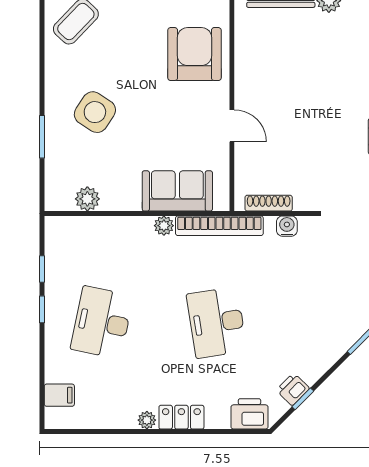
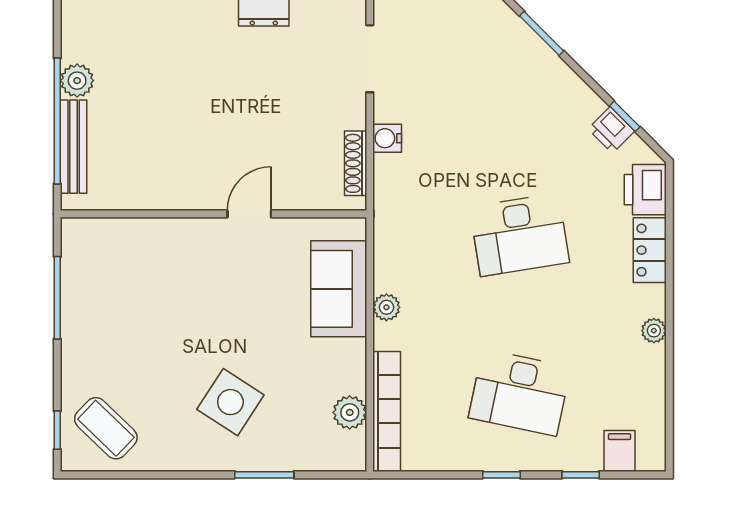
armchair: (194, 54) -> (151, 265), removed
bookcase: (219, 226) -> (387, 411), moved
window: (42, 269) -> (581, 475), moved
locker: (181, 417) -> (650, 250), moved

